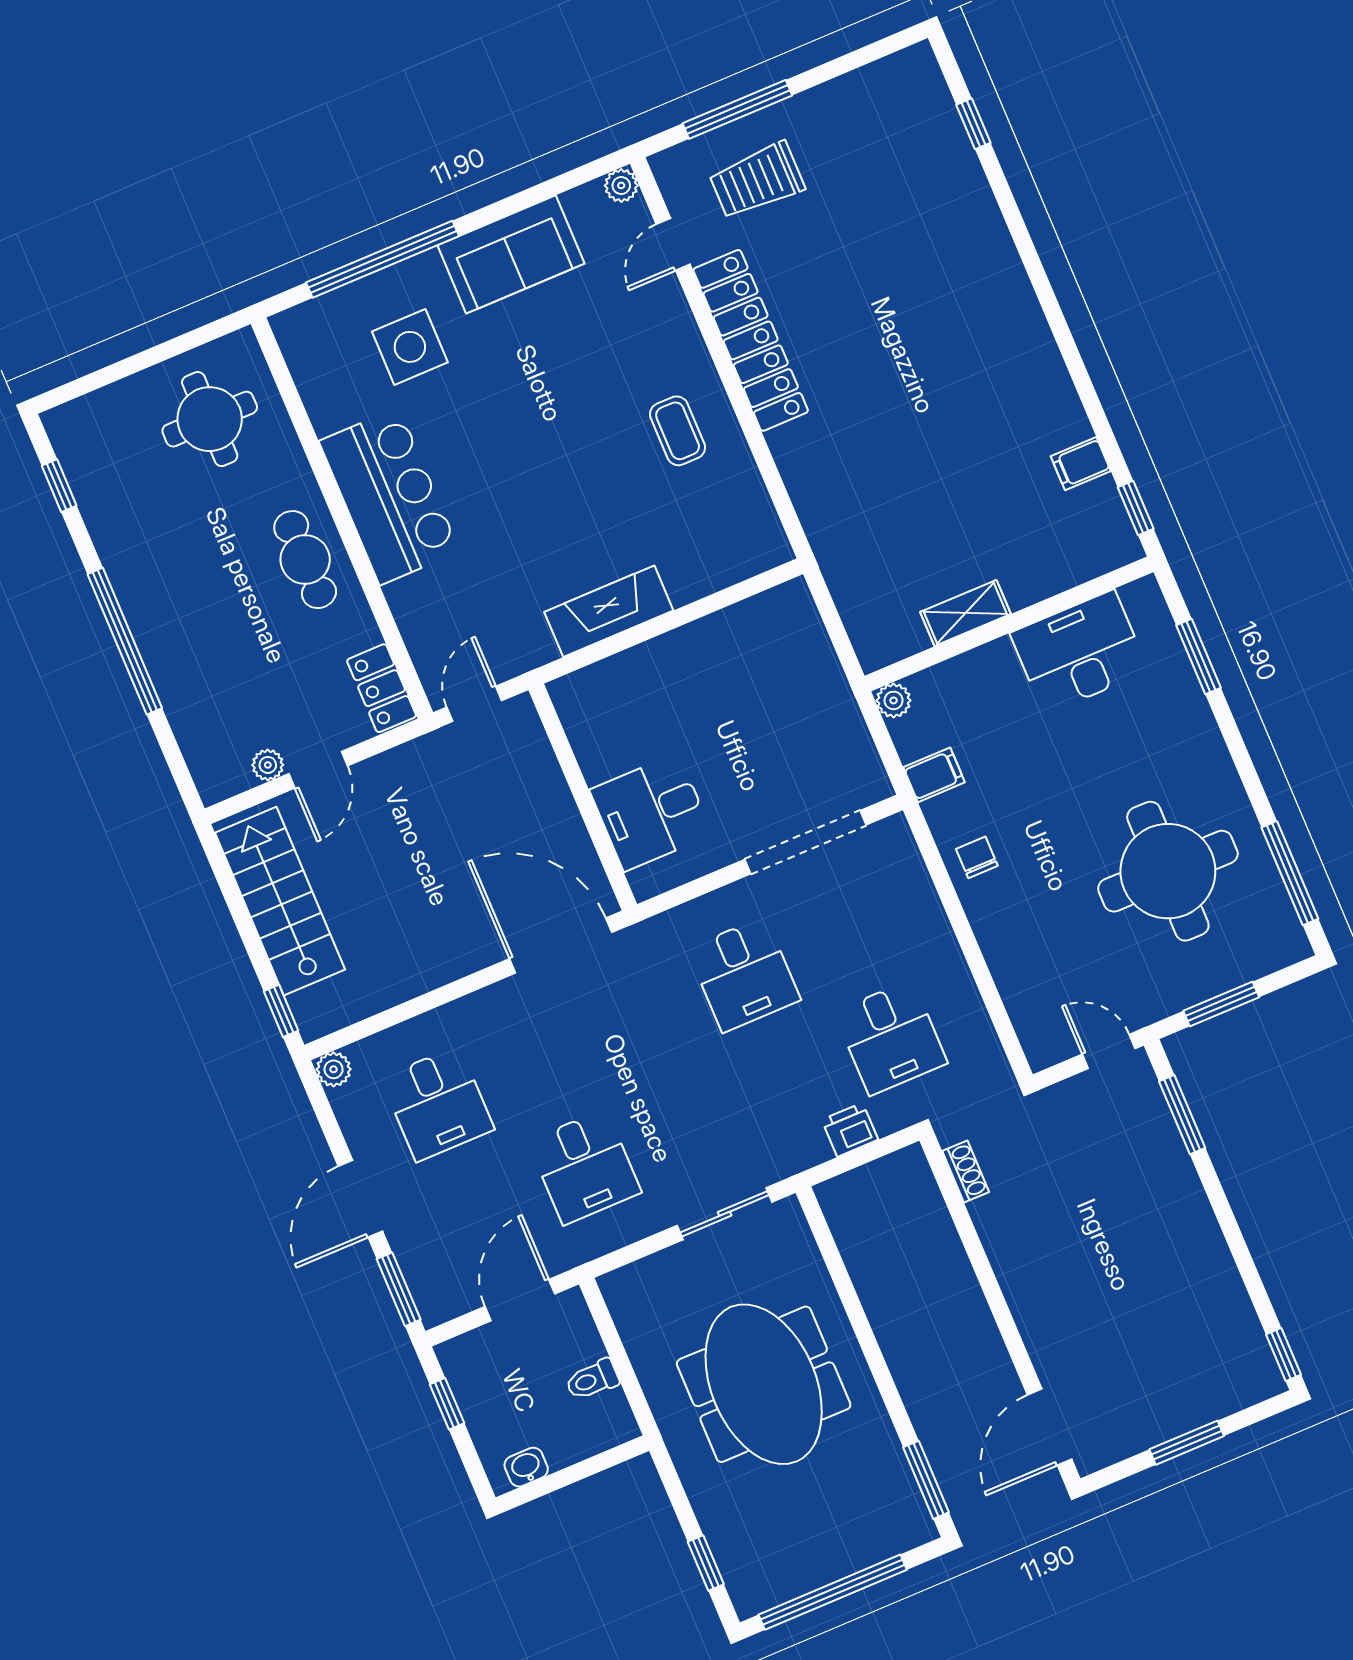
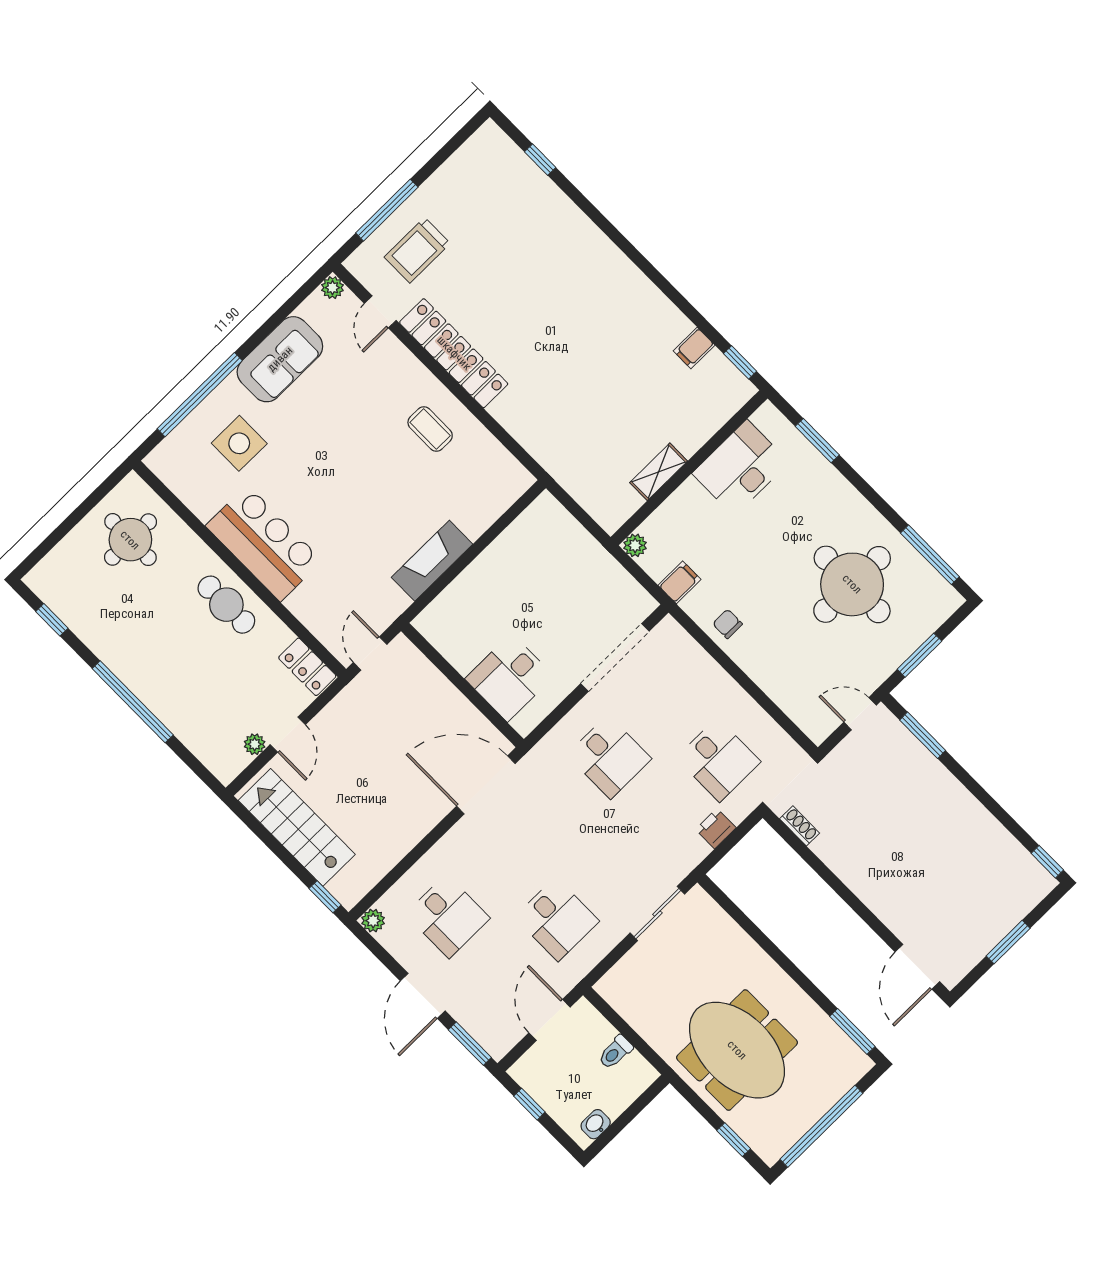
meeting table: (764, 1384) -> (737, 1050), moved

